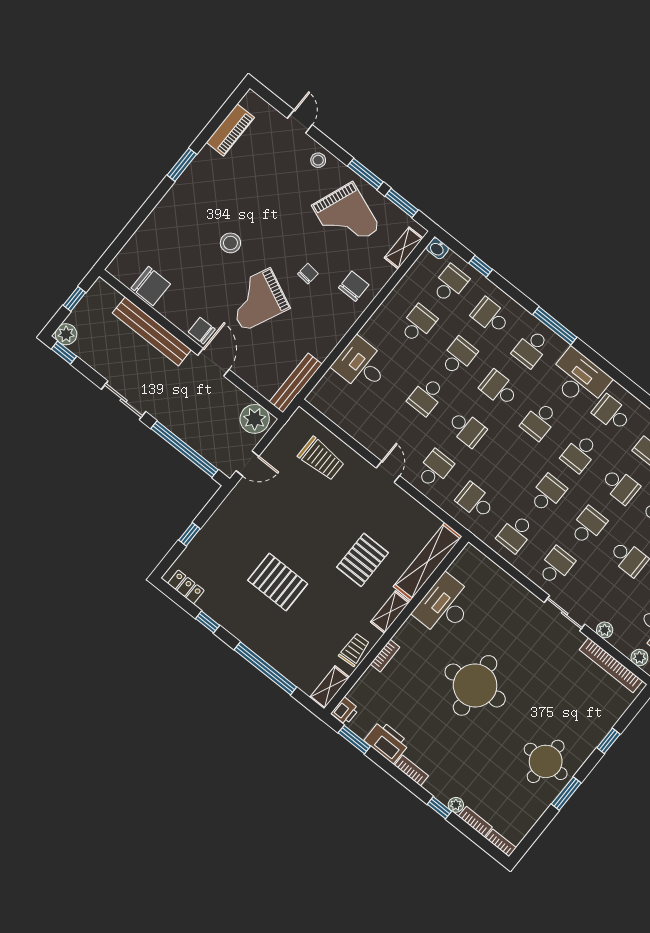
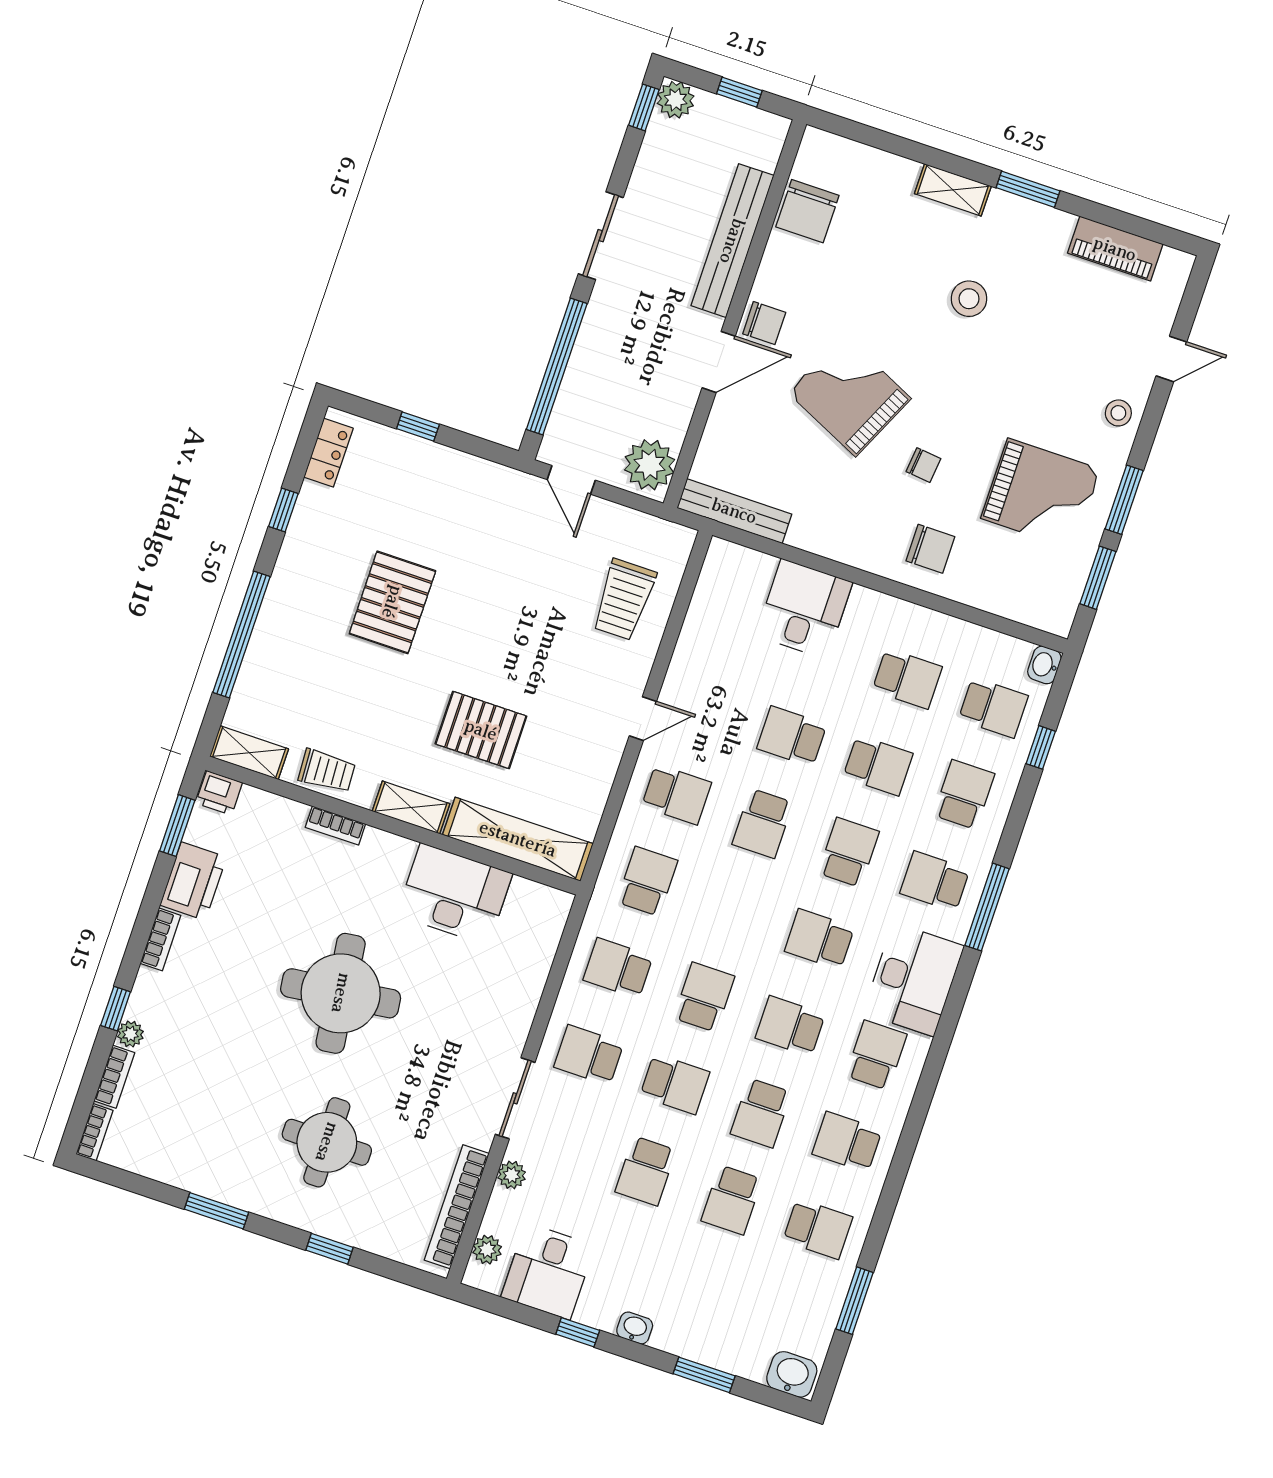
grand piano: (346, 217) -> (1041, 494), turned -111
stool: (230, 243) -> (969, 299), moved
shelving: (404, 248) -> (953, 190), moved
chair: (202, 331) -> (764, 323), turned 90
school desk: (548, 493) -> (704, 997), turned -90
school desk: (556, 566) -> (589, 1055), turned 180
round table: (546, 761) -> (327, 1142), moved

